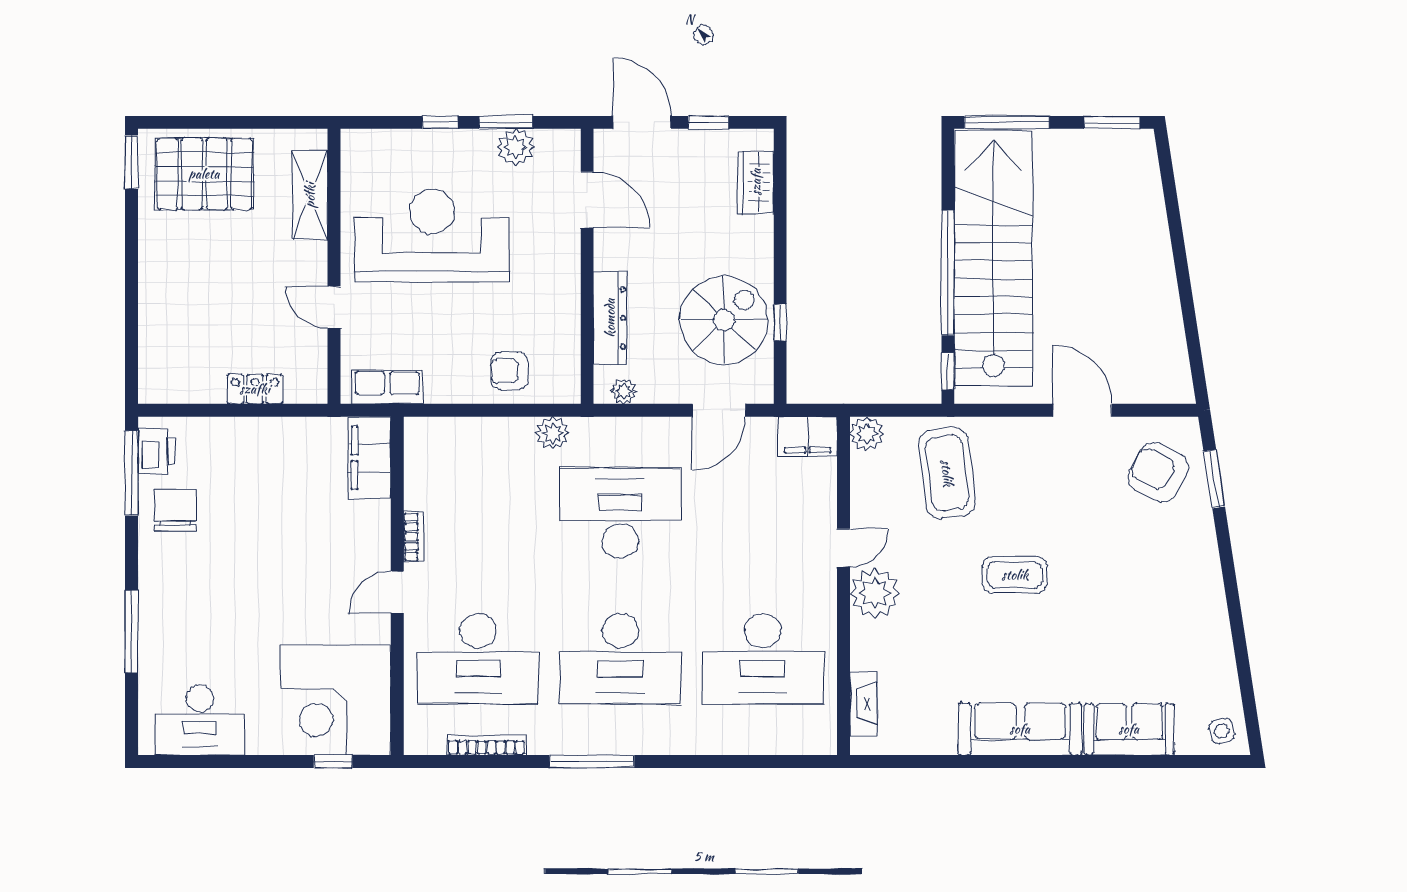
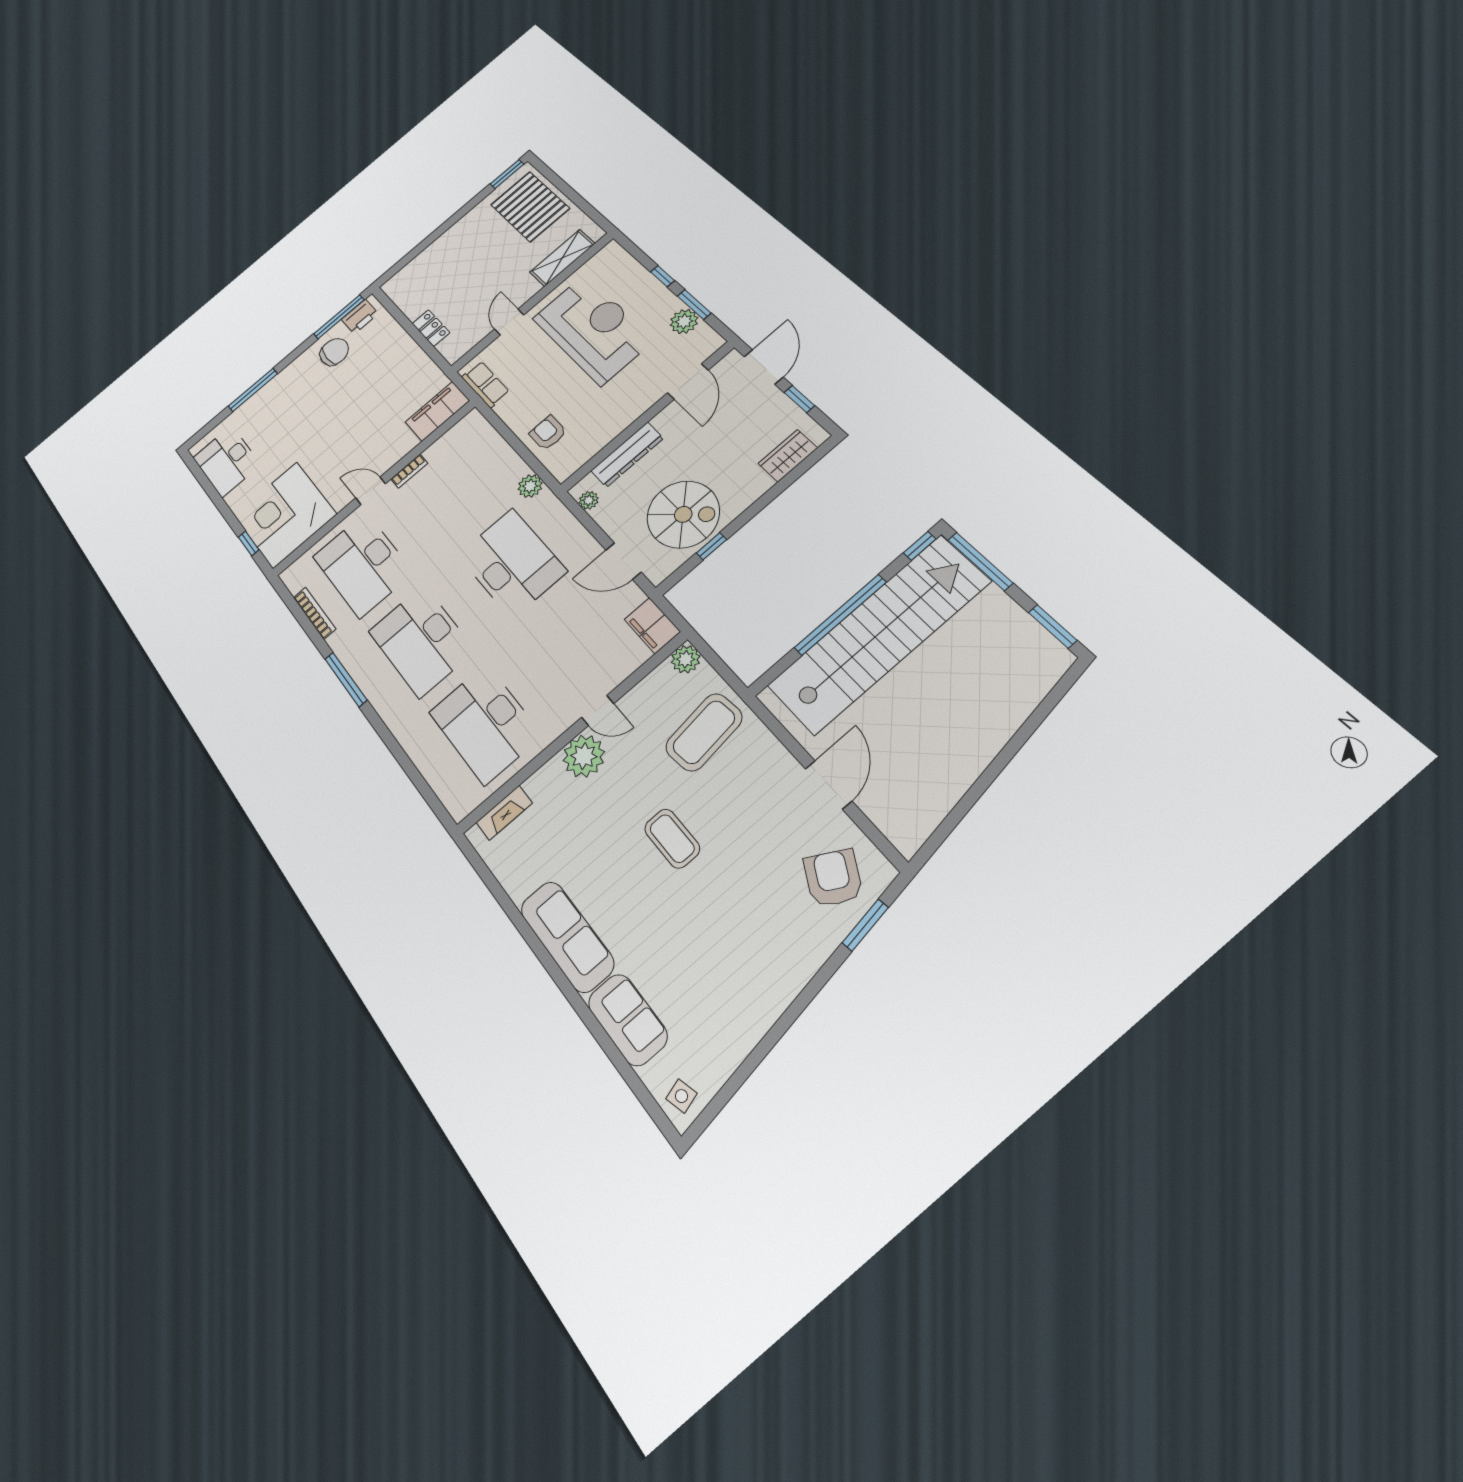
window: (948, 371) -> (920, 546), moved

